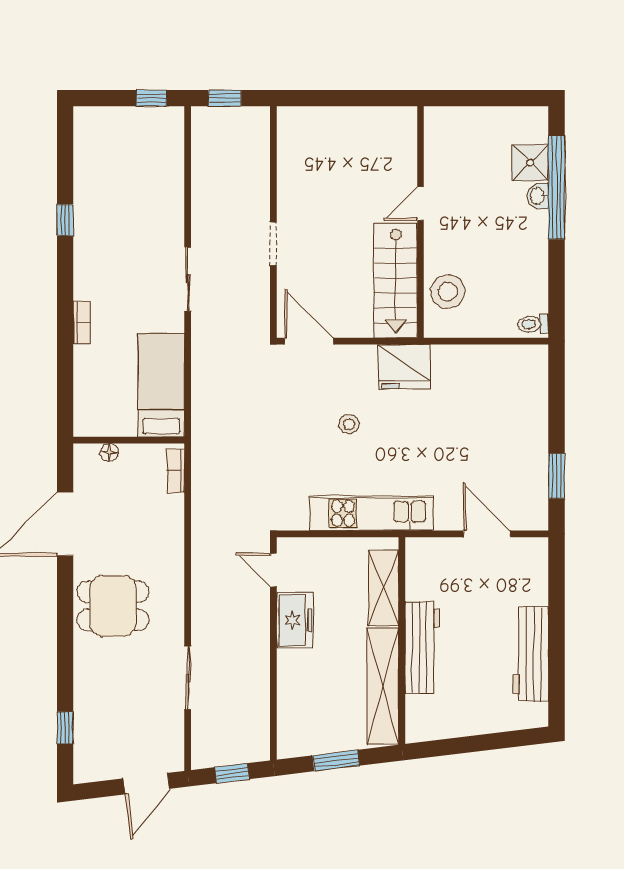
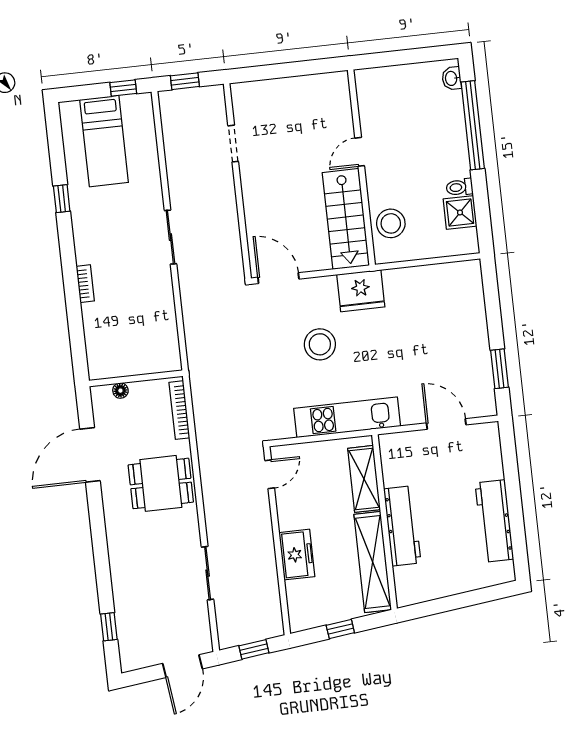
shower: (530, 163) -> (460, 212), moved
washbasin: (538, 196) -> (452, 78), moved
doorway: (273, 244) -> (233, 144), moved
toilet: (533, 324) -> (460, 187), moved
bed: (161, 385) -> (104, 141), moved, turned 180
stool: (349, 424) -> (320, 344), width x1.89, depth x1.89
bookcase: (176, 471) -> (179, 410), width x1.56
door: (273, 570) -> (270, 474), swing flipped
dining table: (113, 606) -> (161, 483), moved
freezer: (295, 620) -> (297, 555), moved
window: (336, 761) -> (340, 629), width x0.67

